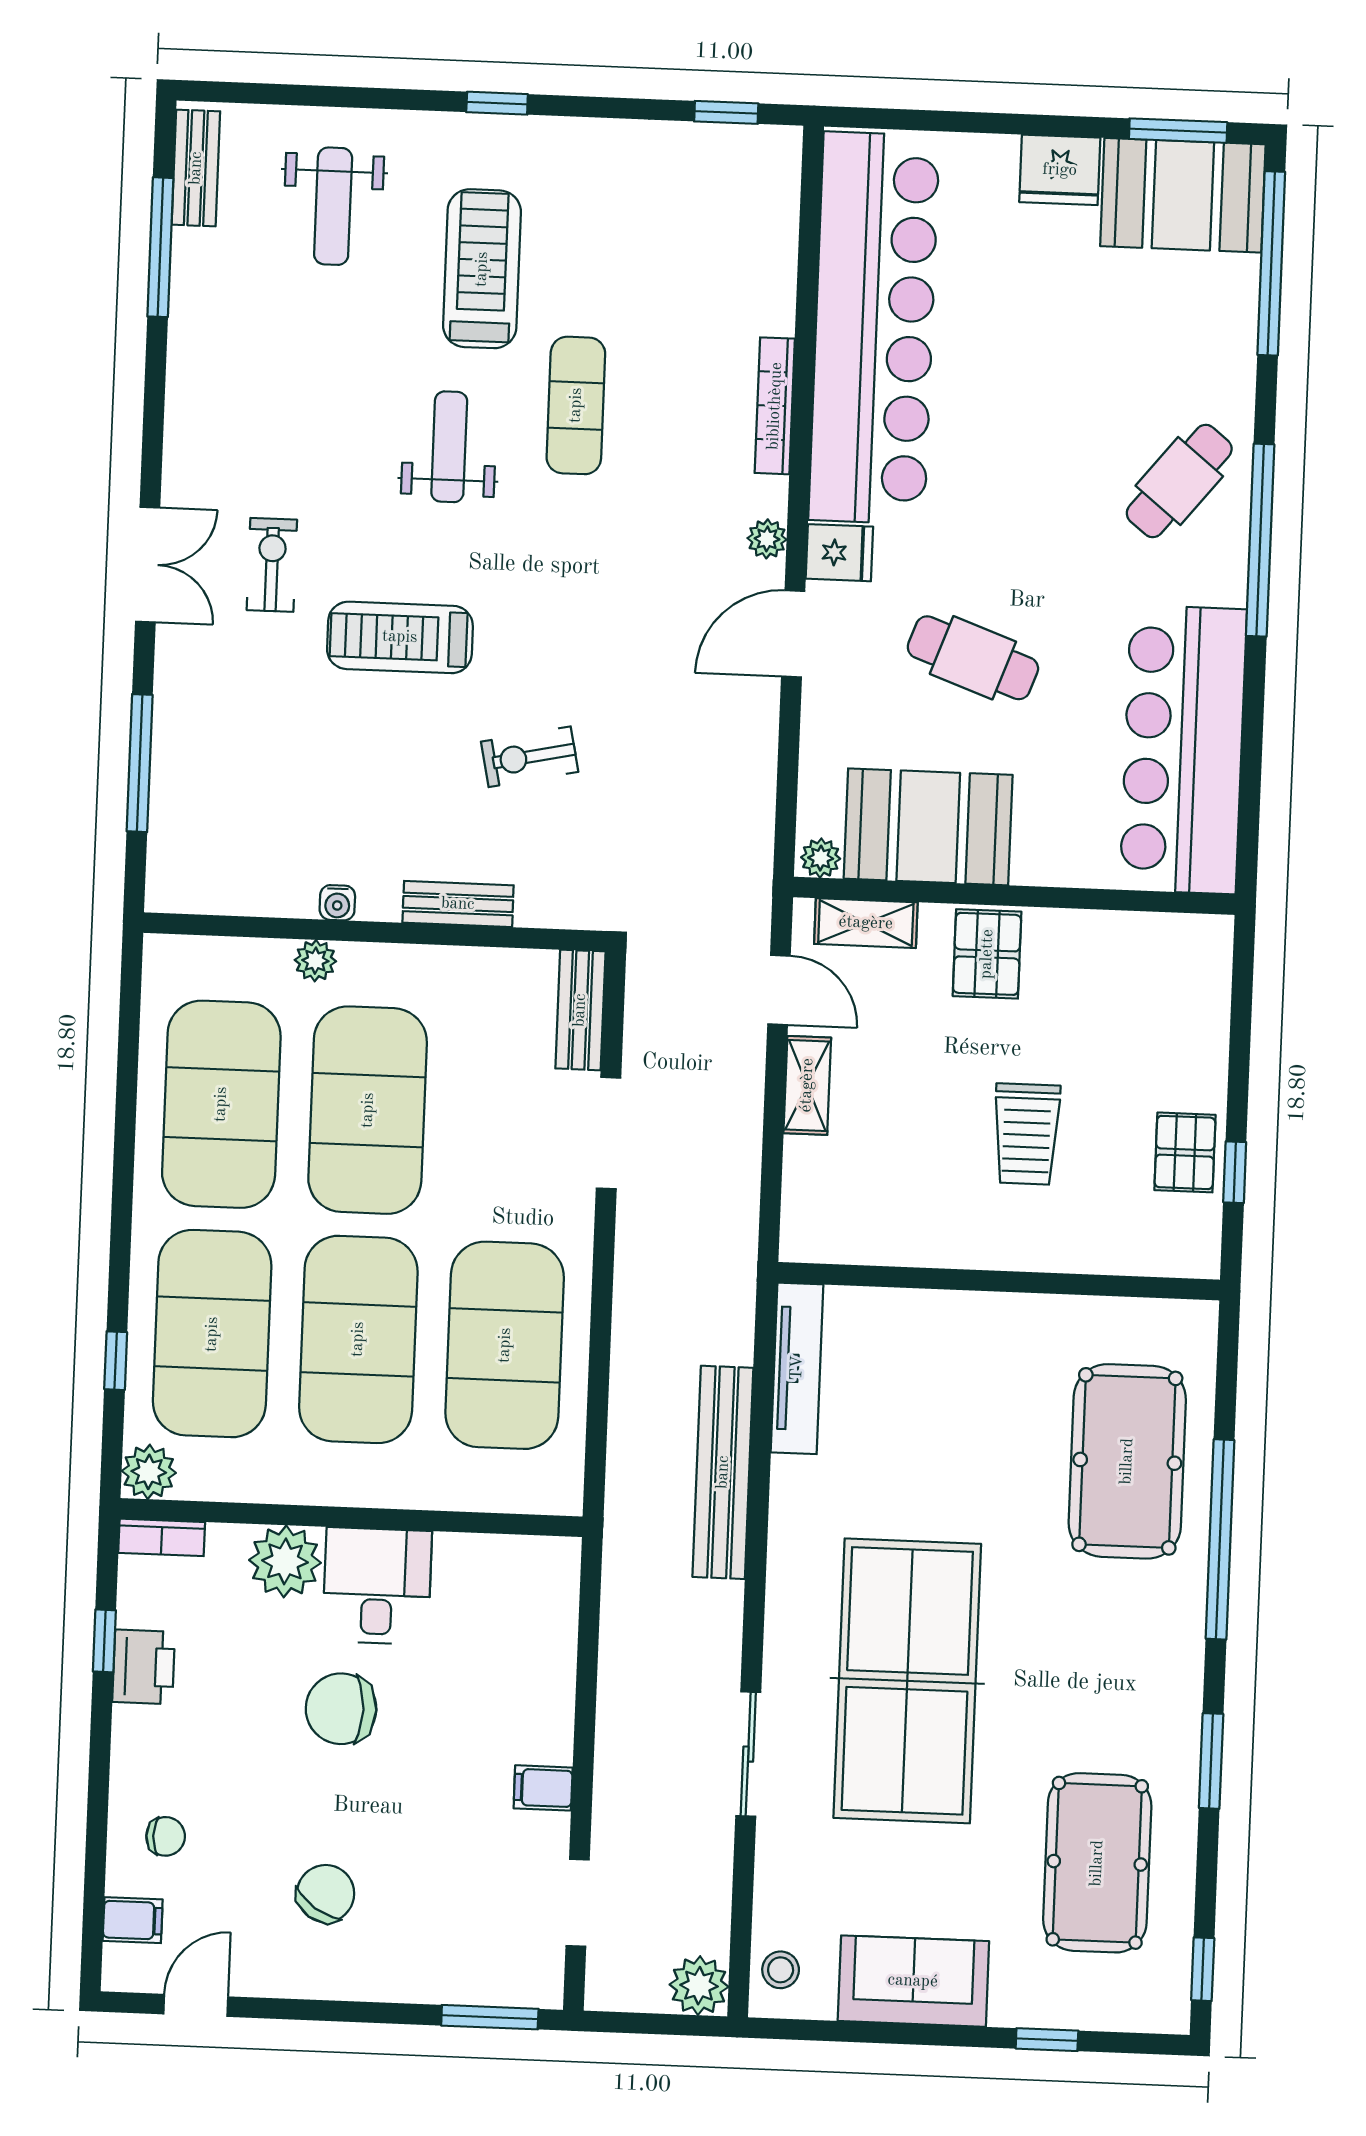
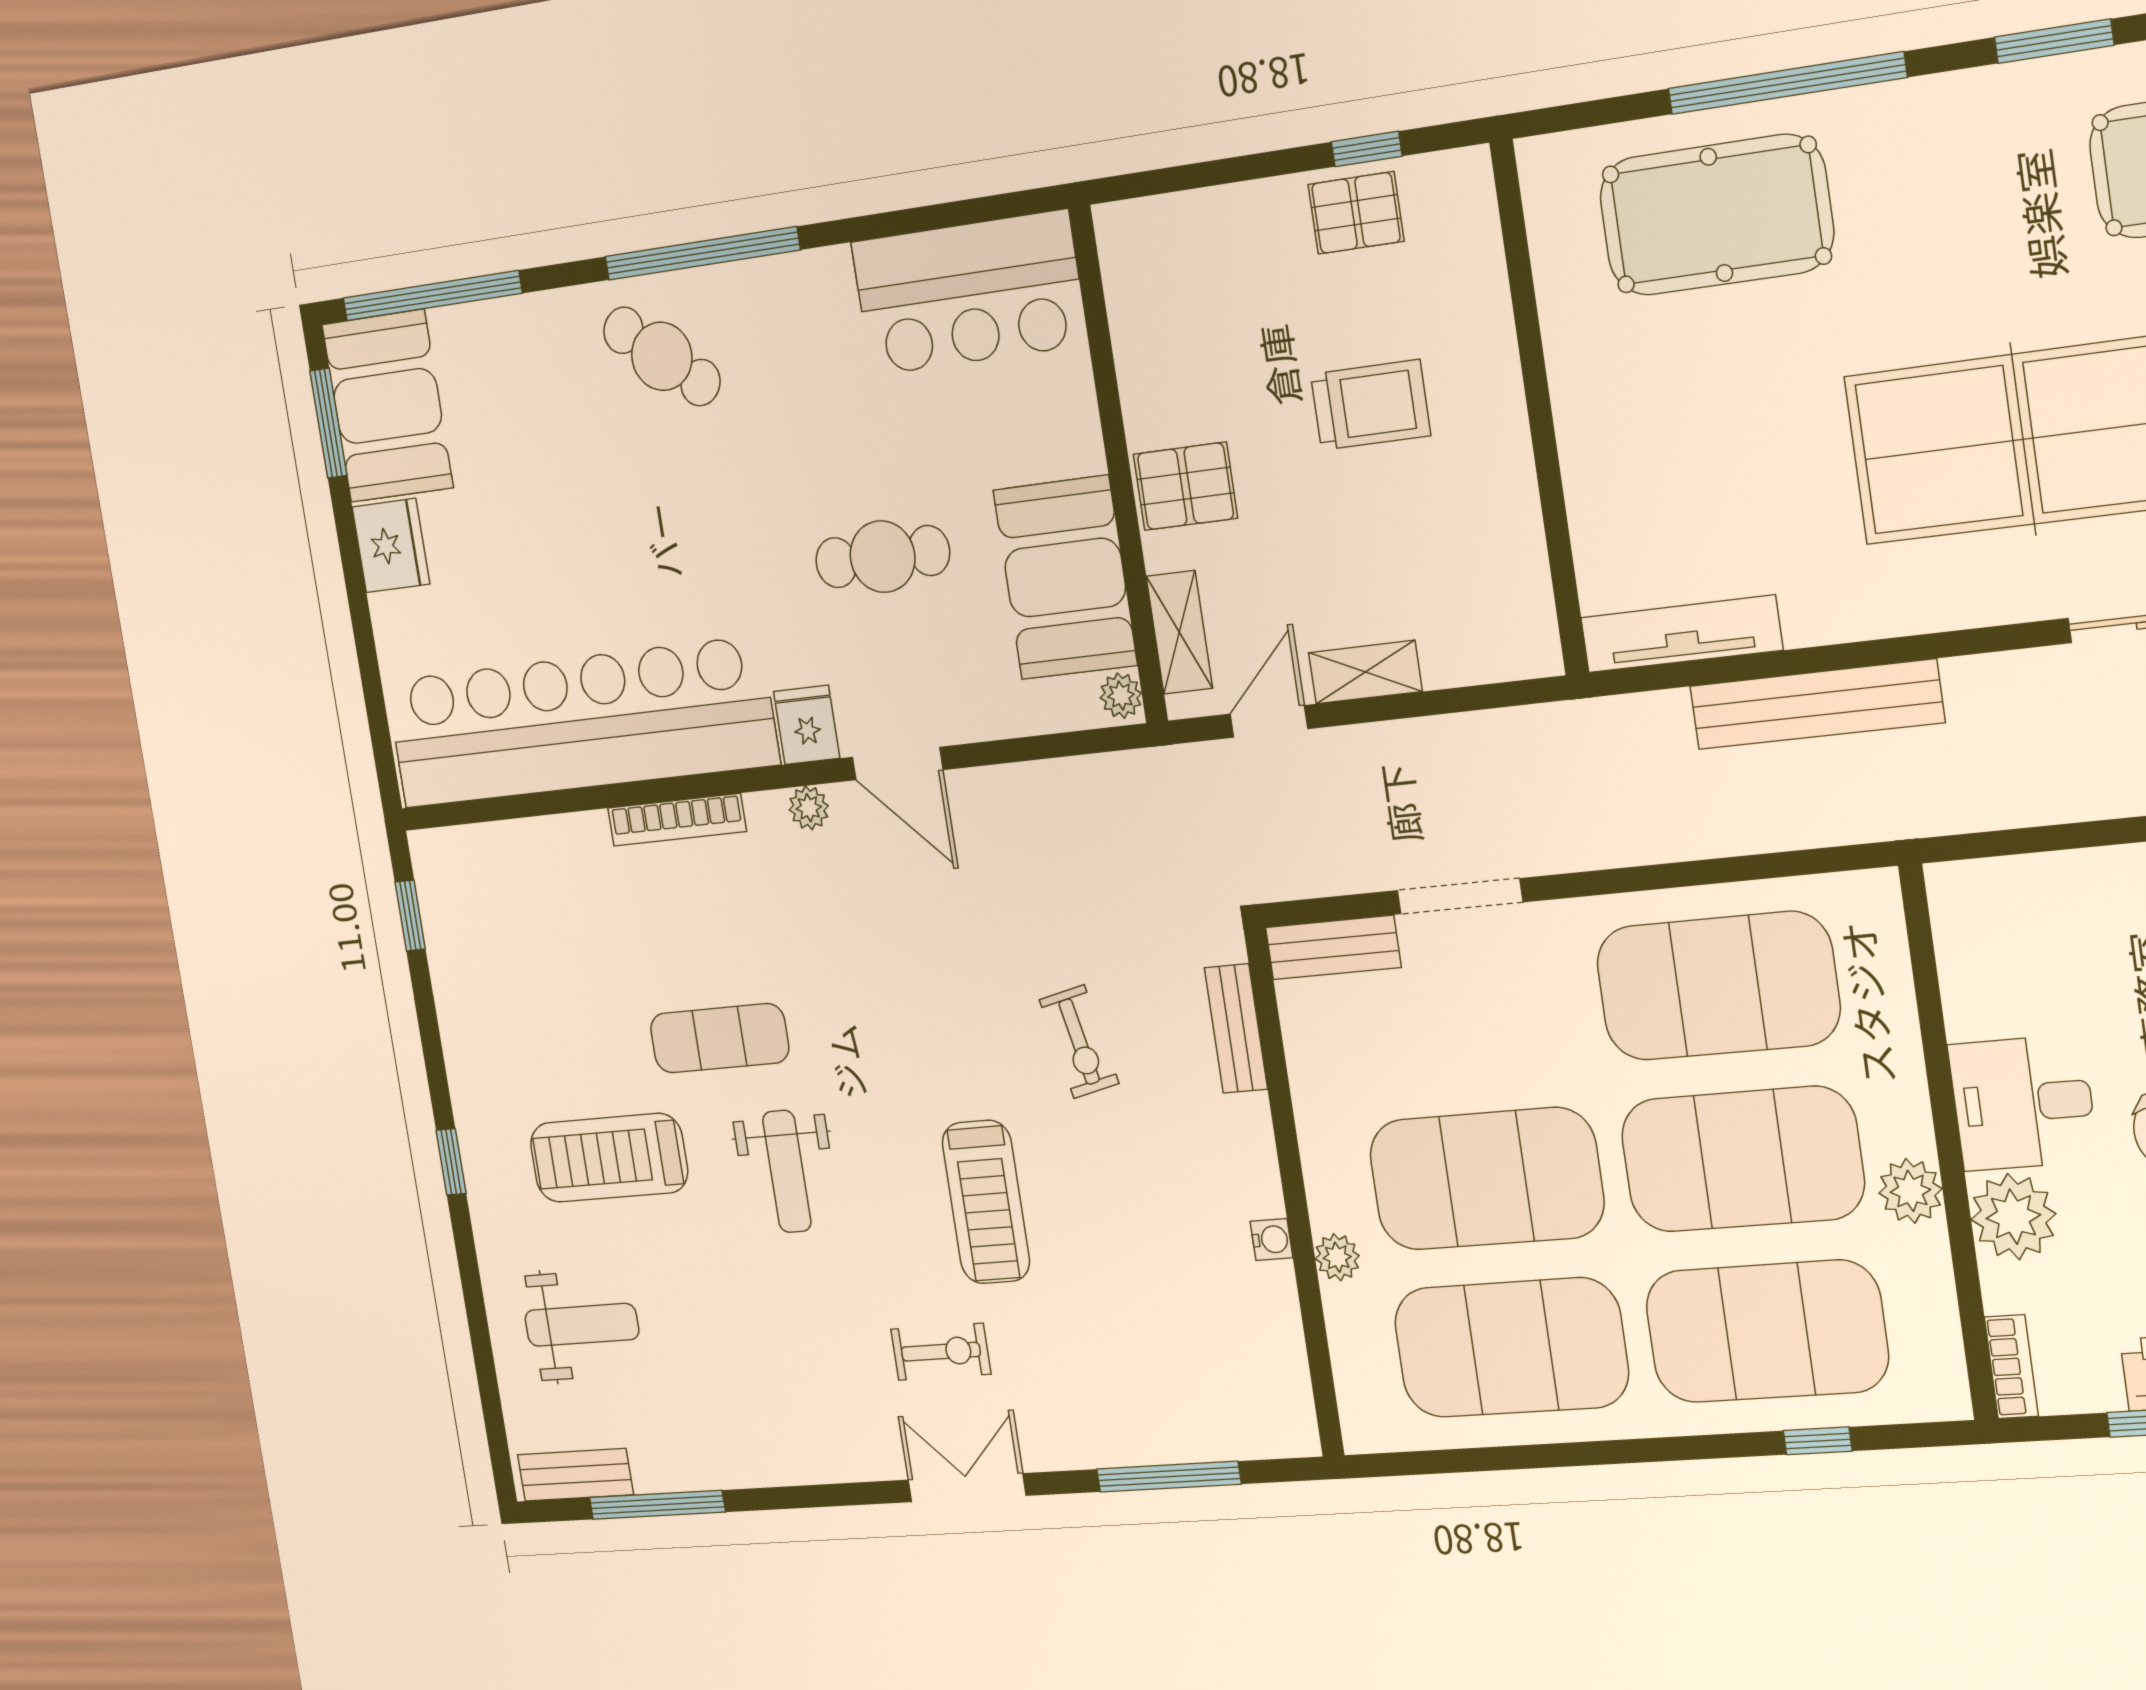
weight bench: (449, 447) -> (787, 1171), turned -90
exercise bike: (272, 565) -> (941, 1352), turned 180
cafe table: (973, 658) -> (883, 557), turned 70
bar counter: (1183, 750) -> (969, 293), width x0.73
bench: (458, 904) -> (1236, 1028), moved
plant: (149, 1472) -> (1910, 1191), moved

